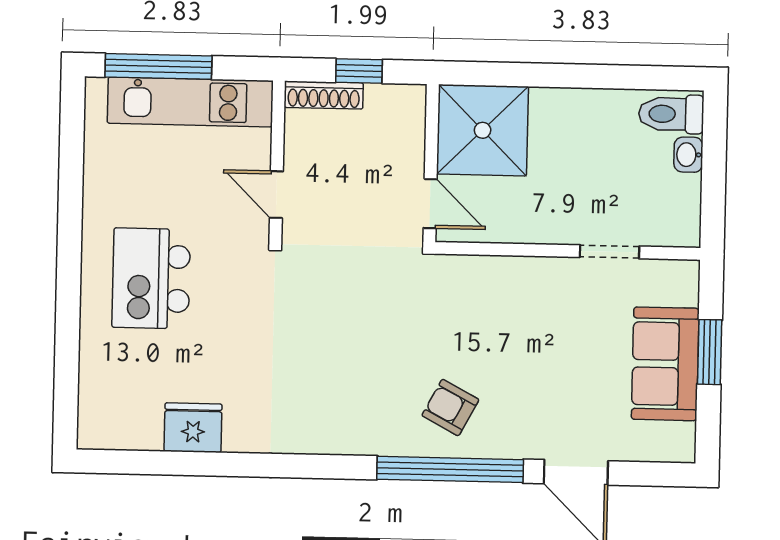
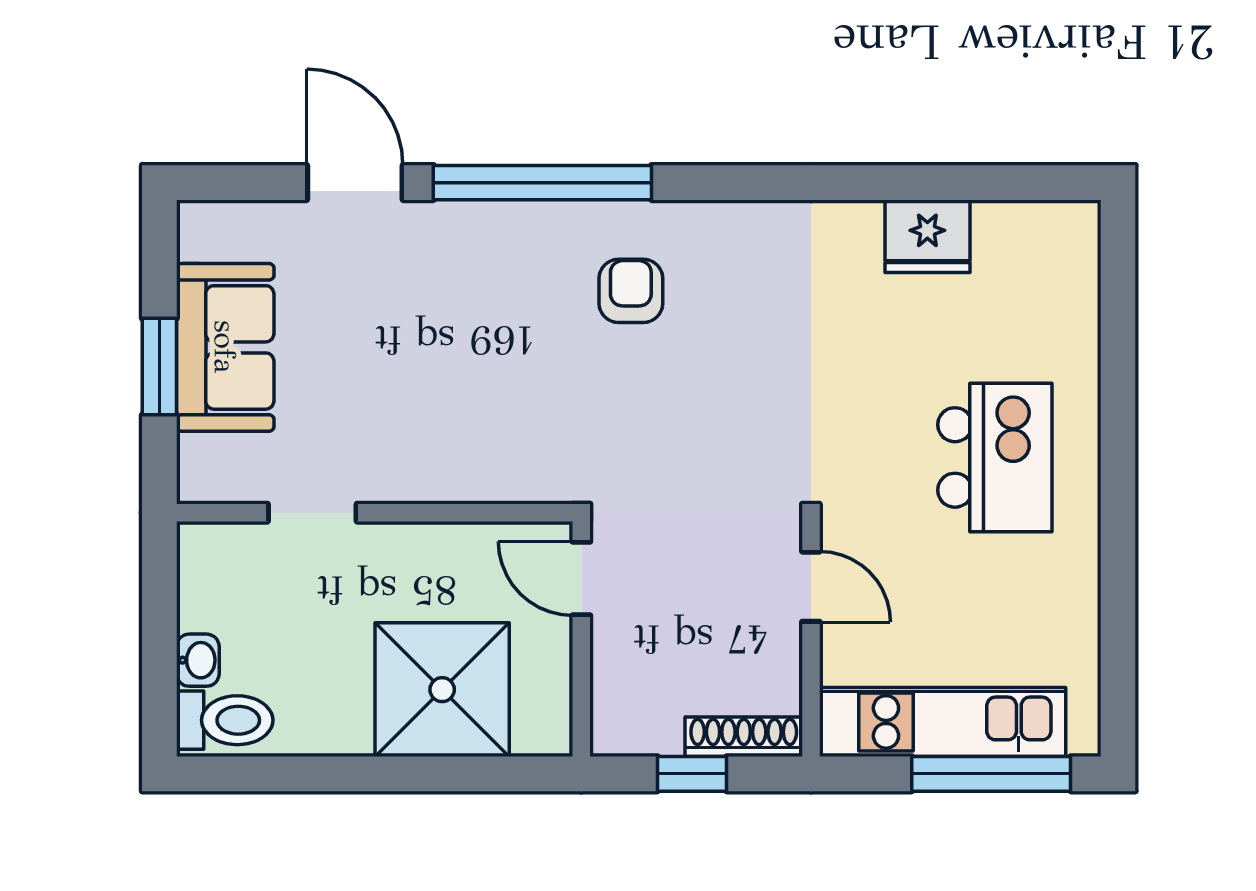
shower: (483, 130) -> (442, 690), moved
armchair: (450, 408) -> (631, 291), moved, turned -118

